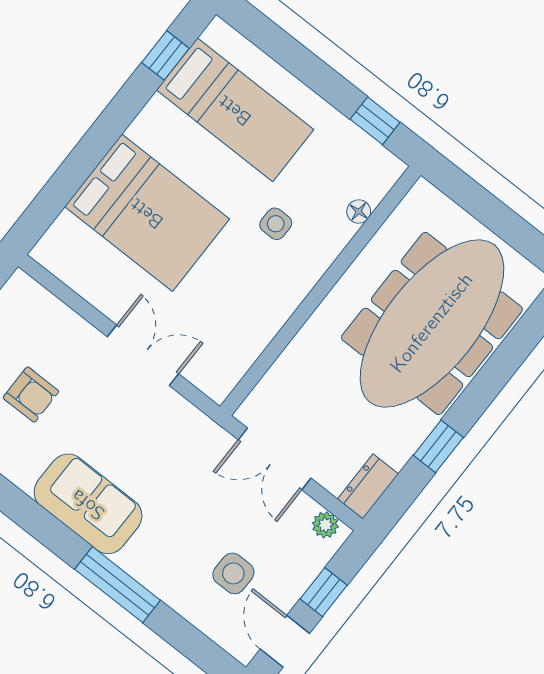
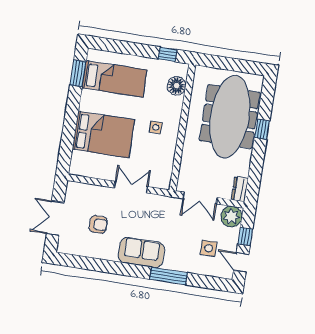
window: (165, 55) -> (78, 73), width x1.50
floor lamp: (359, 212) -> (177, 86), width x1.89, depth x1.89
side table: (276, 224) -> (156, 127), moved
window: (438, 446) -> (262, 129), moved
plant: (325, 525) -> (231, 217), width x1.88, depth x1.88

